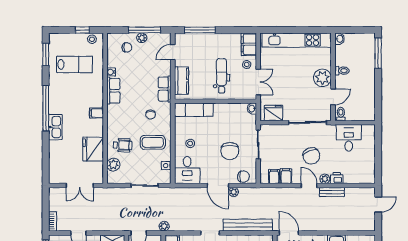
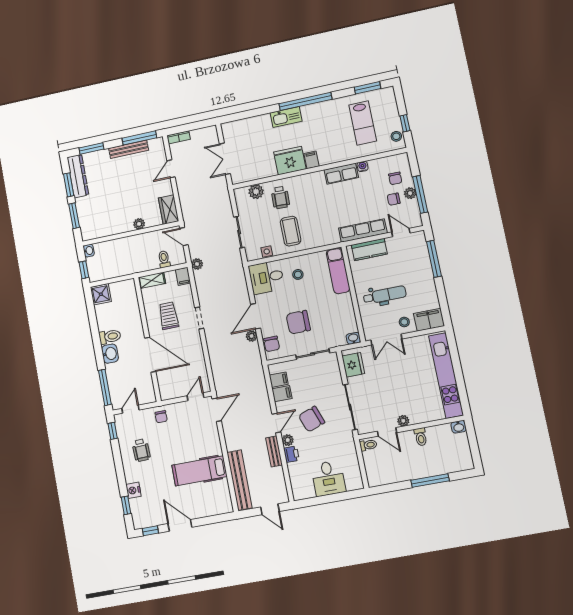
window: (378, 53) -> (430, 481), moved
plant: (322, 78) -> (403, 421), width x0.53, depth x0.53
row of seats: (165, 89) -> (363, 231), width x1.48
chair: (151, 115) -> (394, 199), moved
desk: (349, 138) -> (328, 478), moved, turned 90
fridge: (93, 149) -> (290, 161), moved
bench: (248, 225) -> (239, 480), moved

